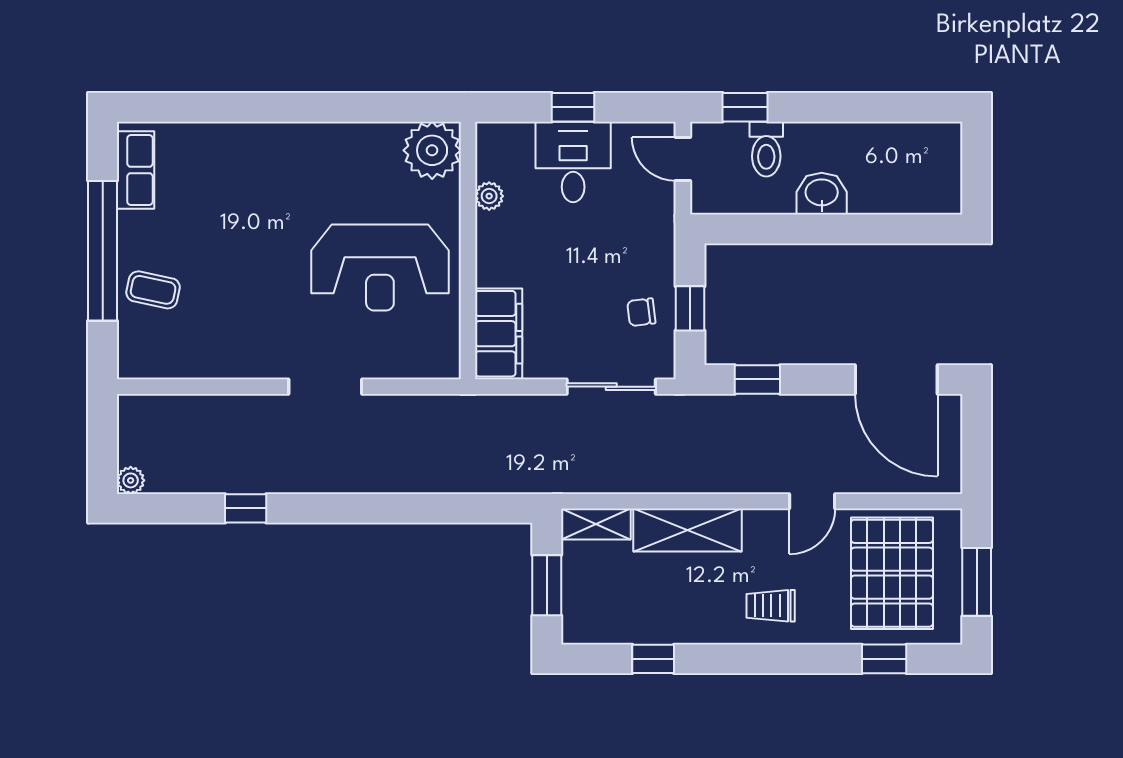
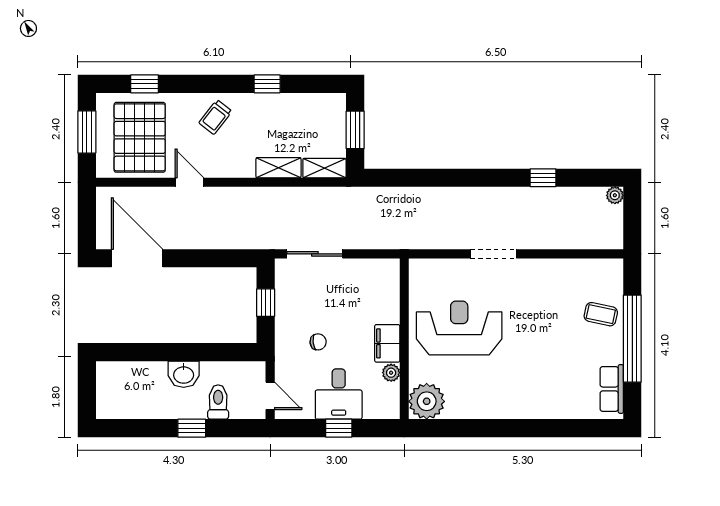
window: (745, 107) -> (192, 428), moved
chair: (641, 312) -> (318, 342), moved
filing cabinet: (499, 334) -> (387, 343), moved, width x0.67, depth x0.86
window: (757, 379) -> (224, 258), removed
door: (812, 501) -> (189, 182), hinge flipped
shelving: (688, 530) -> (278, 168), width x0.67, depth x0.75
trolley: (771, 606) -> (215, 117), turned 128
window: (653, 659) -> (267, 84), moved

